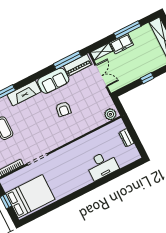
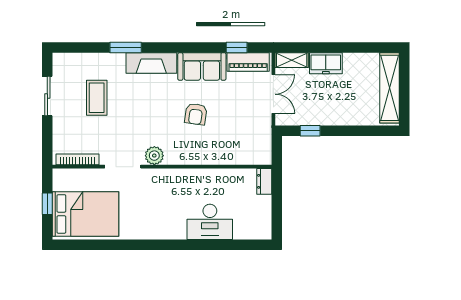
window: (127, 30) -> (344, 48), removed
window: (67, 60) -> (237, 48), width x0.46
window: (147, 78) -> (310, 131), moved
plant: (110, 114) -> (154, 156), moved
dresser: (126, 138) -> (264, 181), moved

